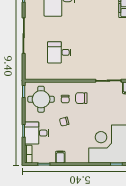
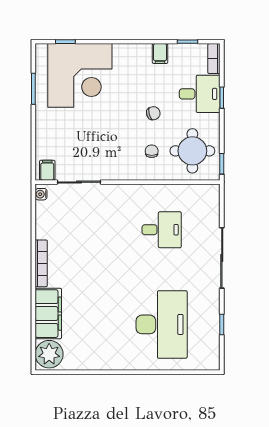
chair: (81, 98) -> (125, 153), removed

